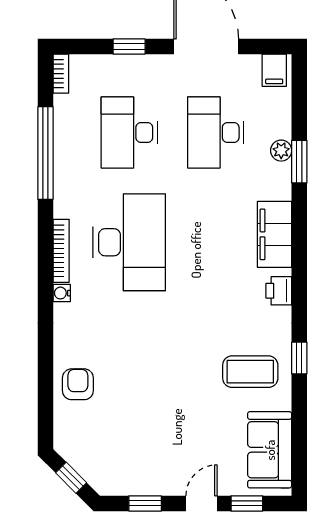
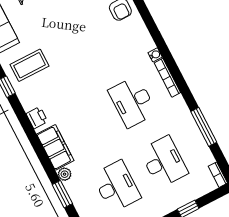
plant: (281, 151) -> (65, 174), moved
window: (45, 153) -> (204, 127), width x0.68
desk: (129, 242) -> (133, 102), width x0.73, depth x0.77

